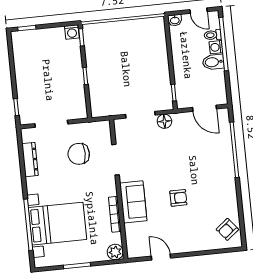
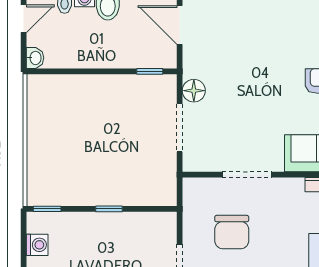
washing machine: (72, 32) -> (37, 245), moved
door: (205, 108) -> (180, 25), swing flipped

